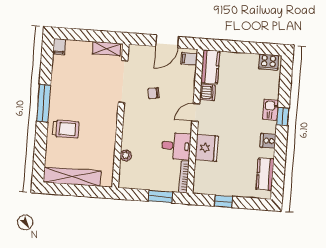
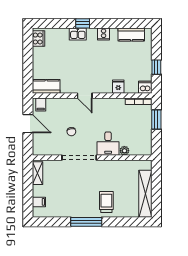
filing cabinet: (59, 47) -> (39, 202), moved
doorway: (123, 81) -> (79, 158), moved
dishwasher: (207, 92) -> (145, 87), moved
desk: (176, 146) -> (108, 144), moved, turned 180
fridge: (207, 148) -> (118, 87), width x0.53, depth x0.75

